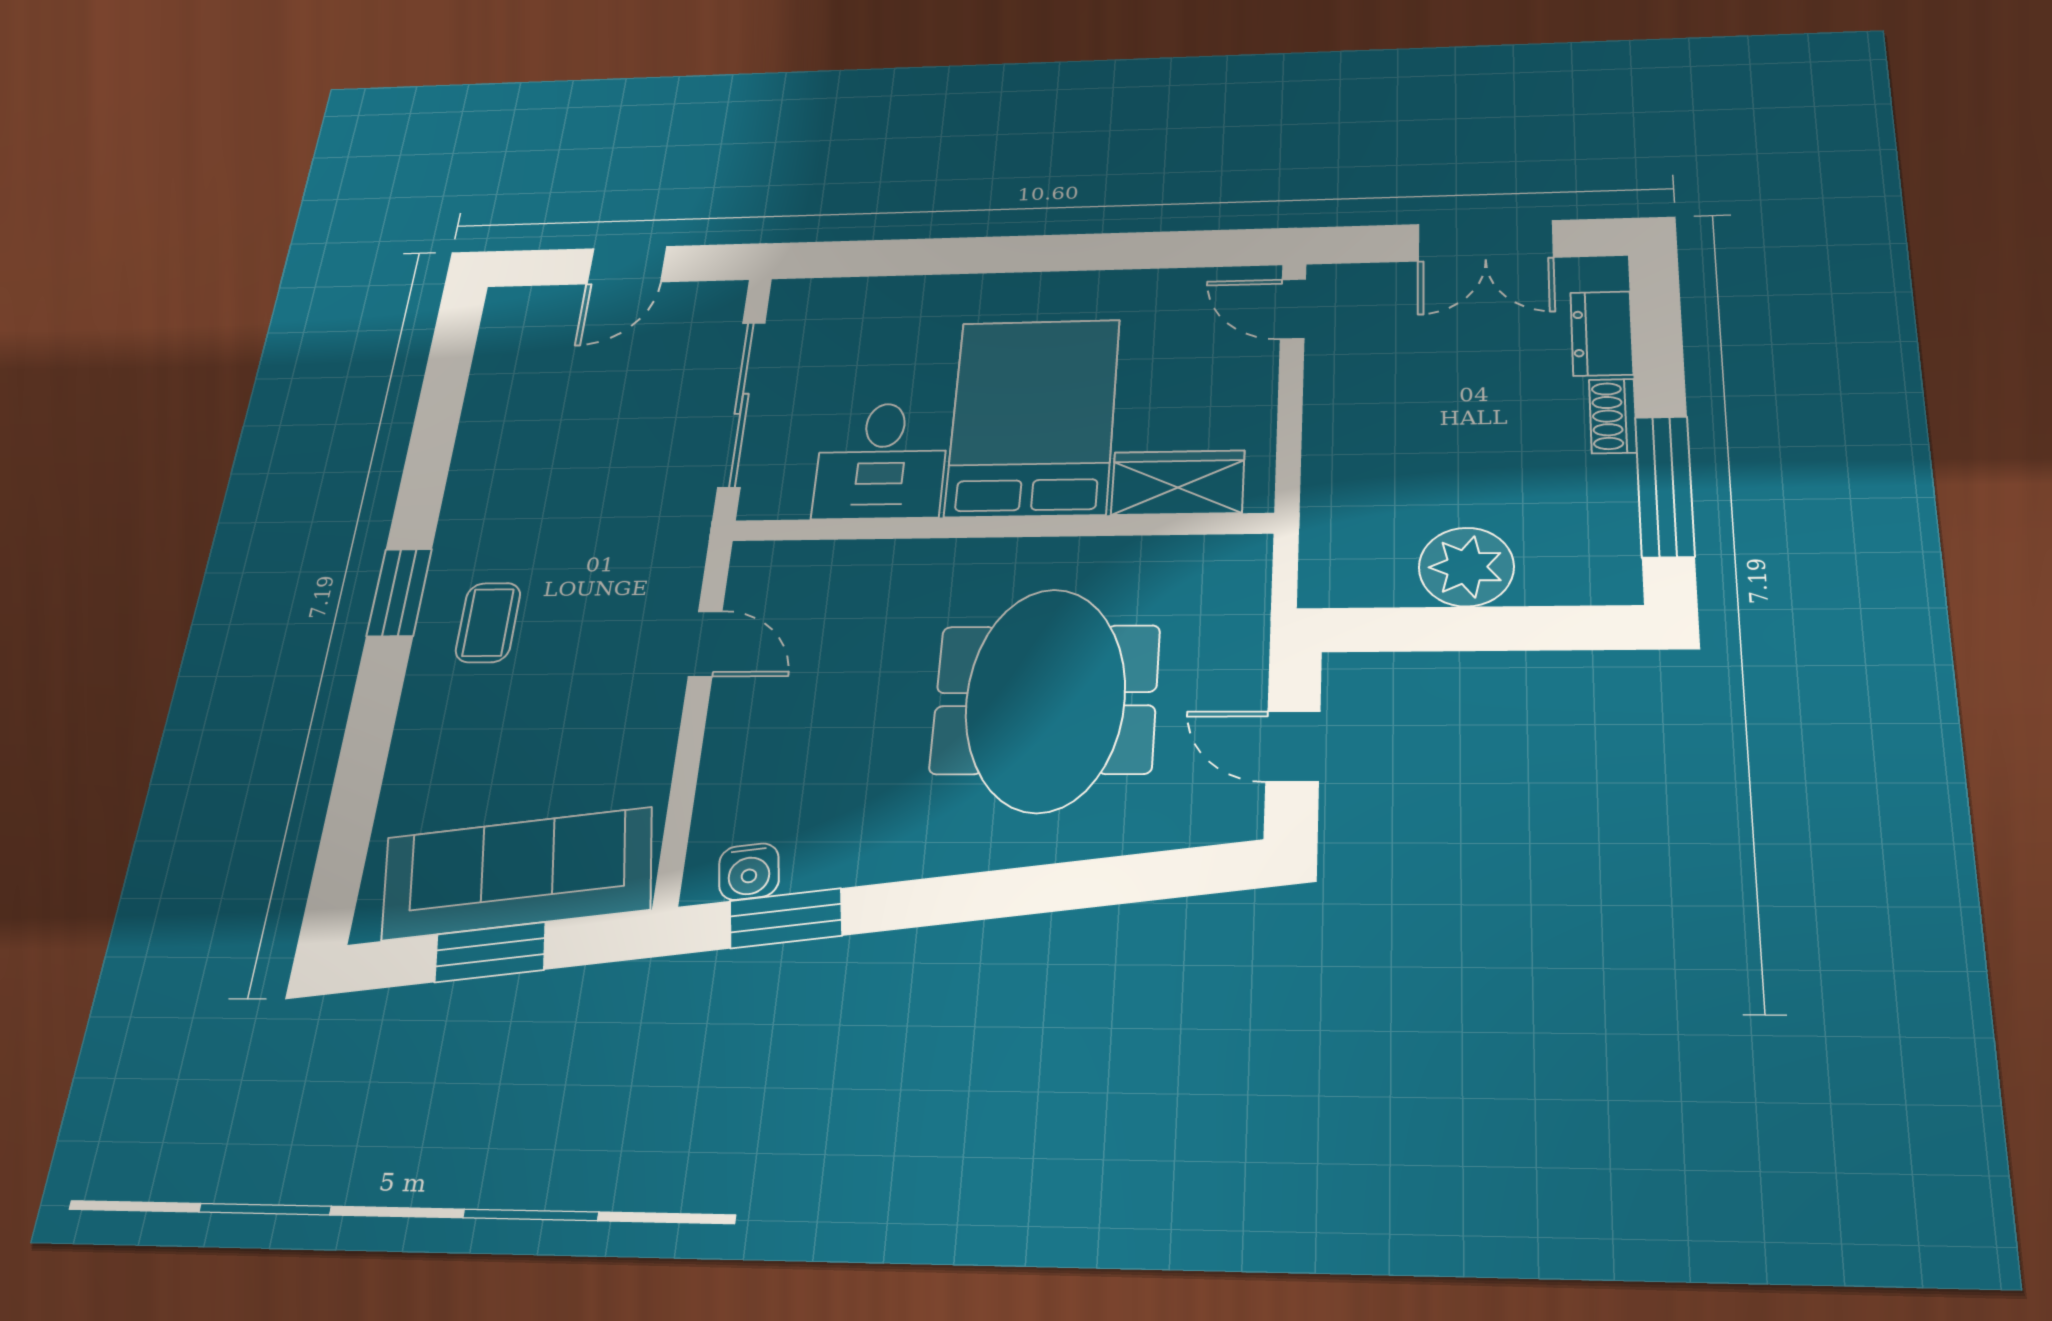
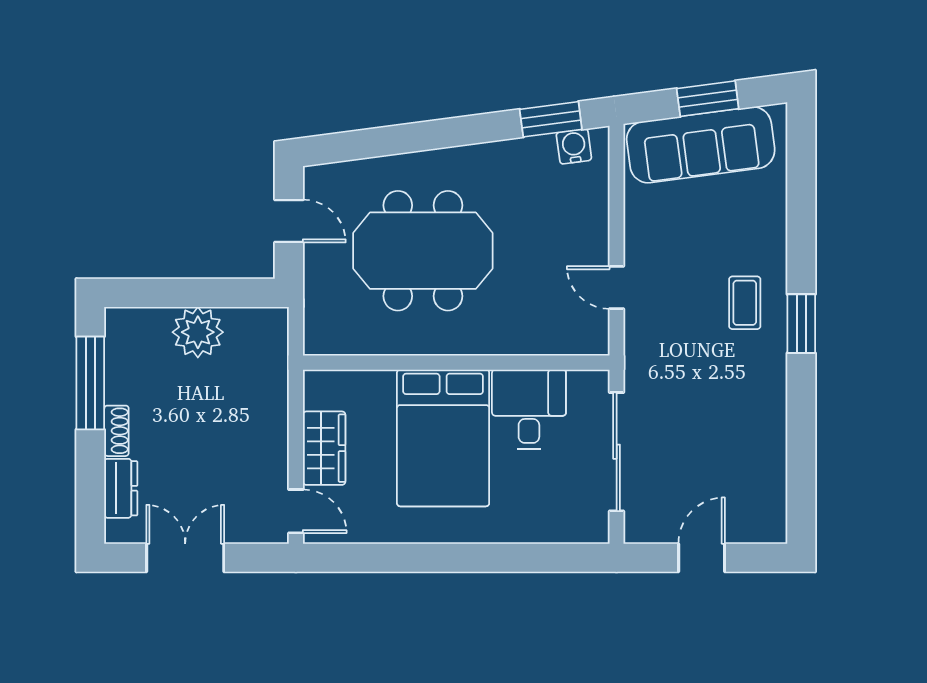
wardrobe: (1178, 483) -> (324, 448), moved, turned -90
meeting table: (1045, 699) -> (423, 251), turned 90

